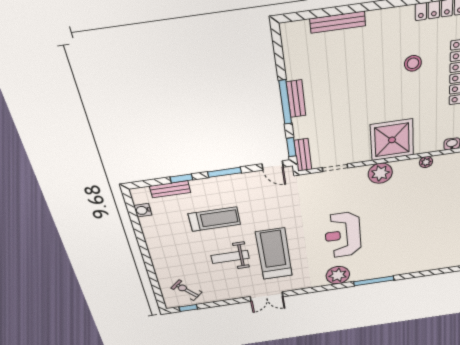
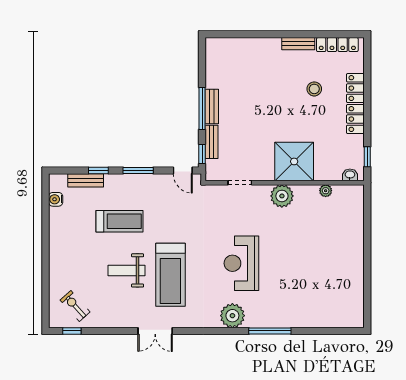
bench: (338, 22) -> (298, 44), moved, width x0.73
bench: (303, 155) -> (212, 142), moved
treadmill: (274, 254) -> (170, 275), turned 180

